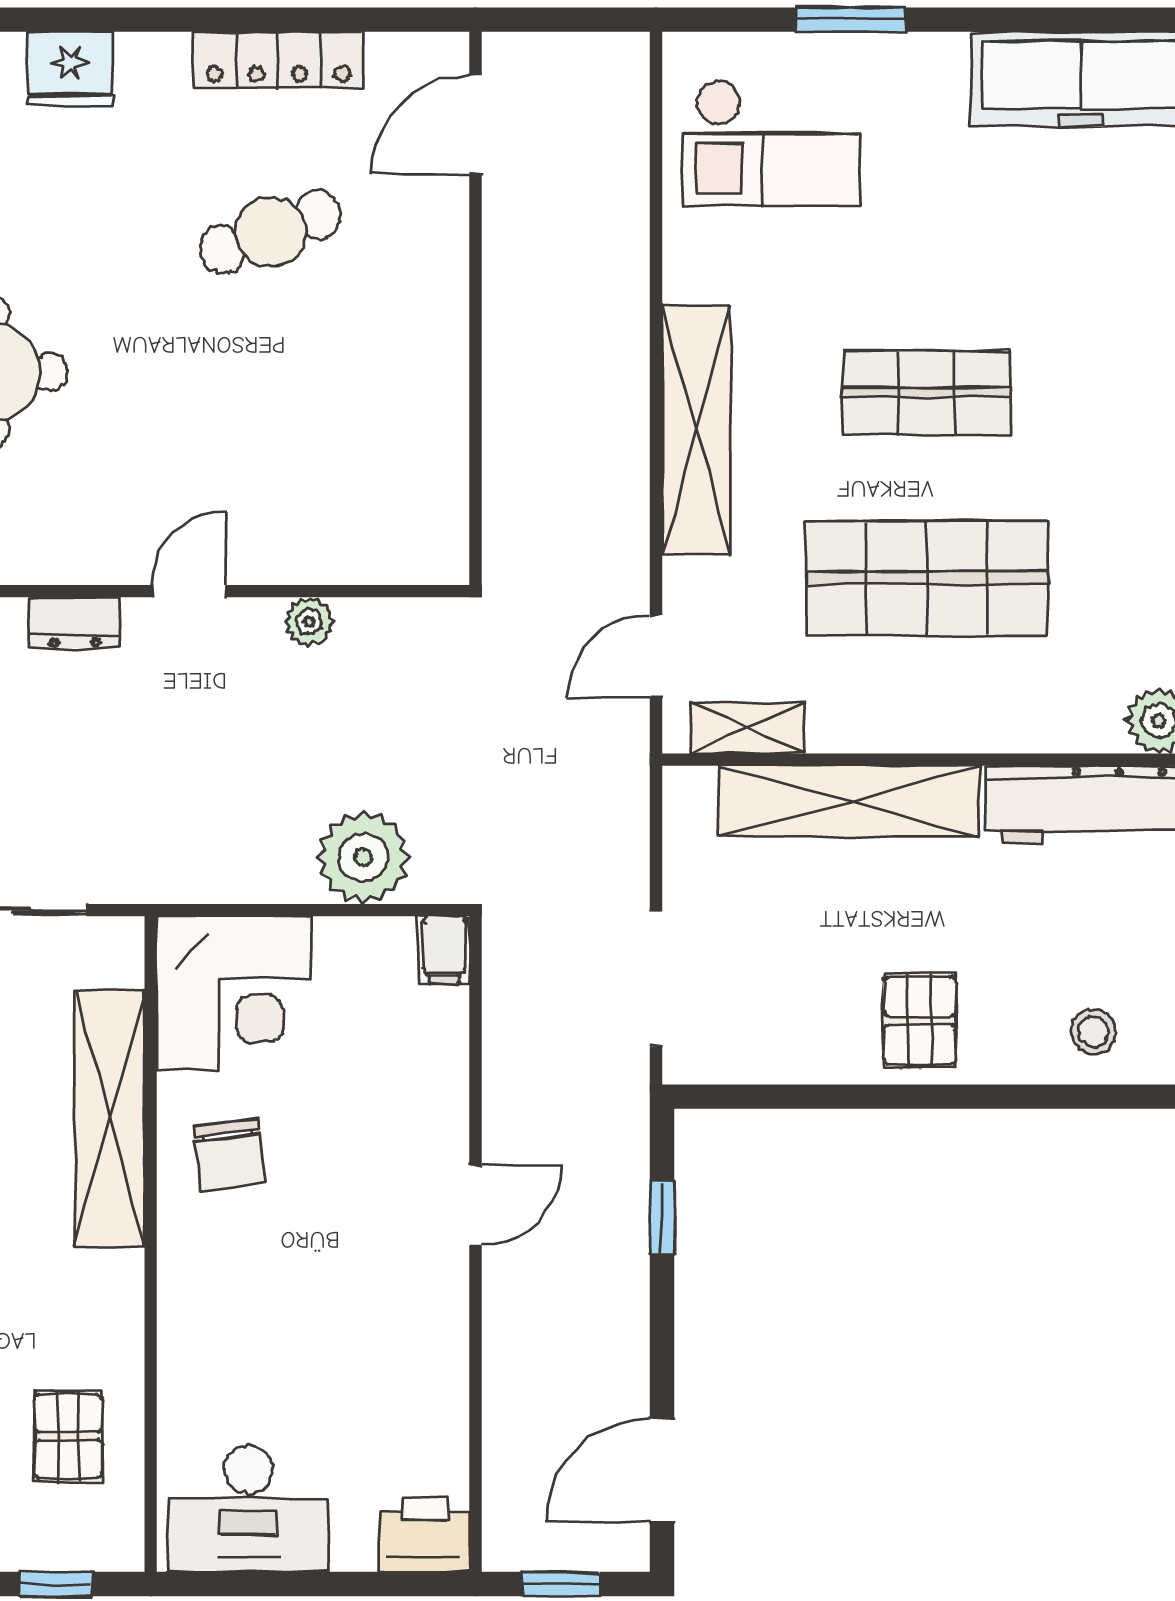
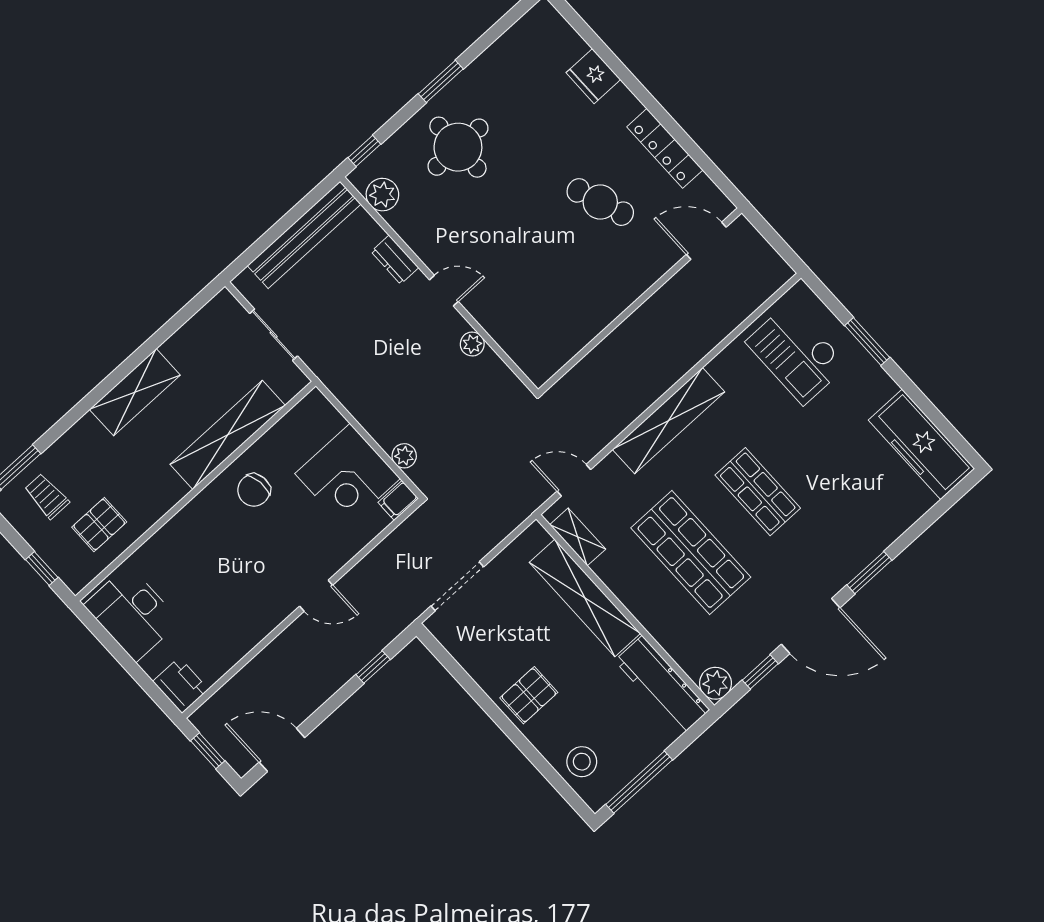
plant: (363, 857) -> (404, 456), width x0.53, depth x0.53
corner desk: (233, 993) -> (348, 476), moved
stool: (1093, 1032) -> (582, 762), width x1.37, depth x1.37

